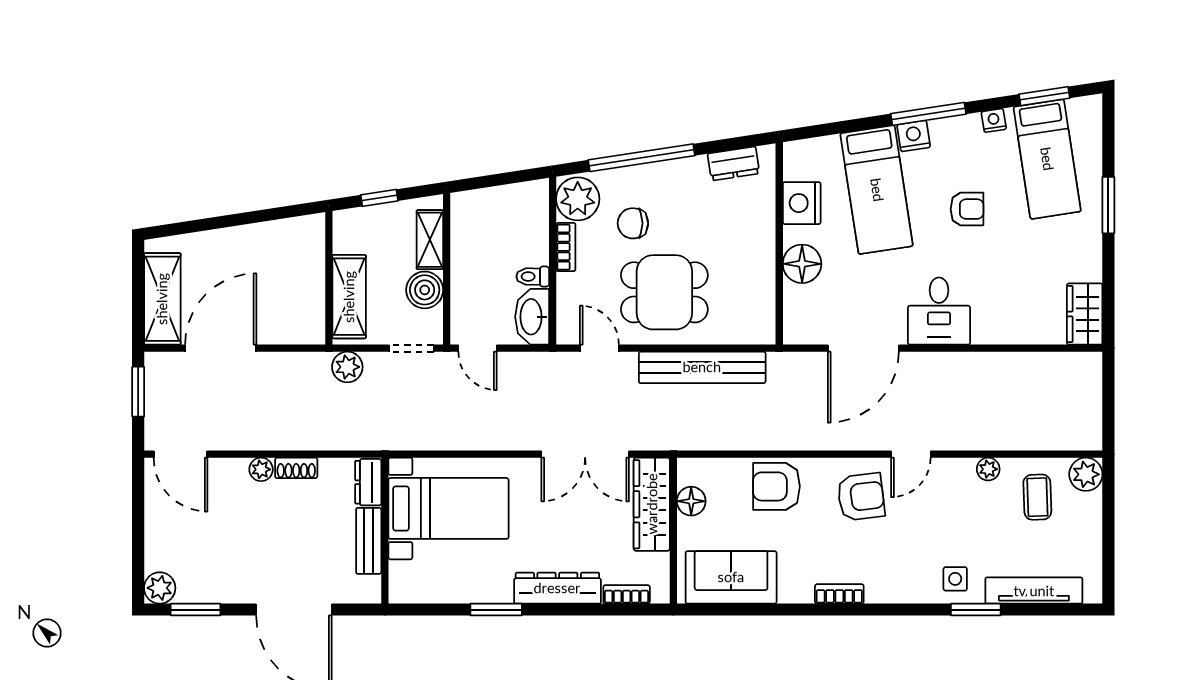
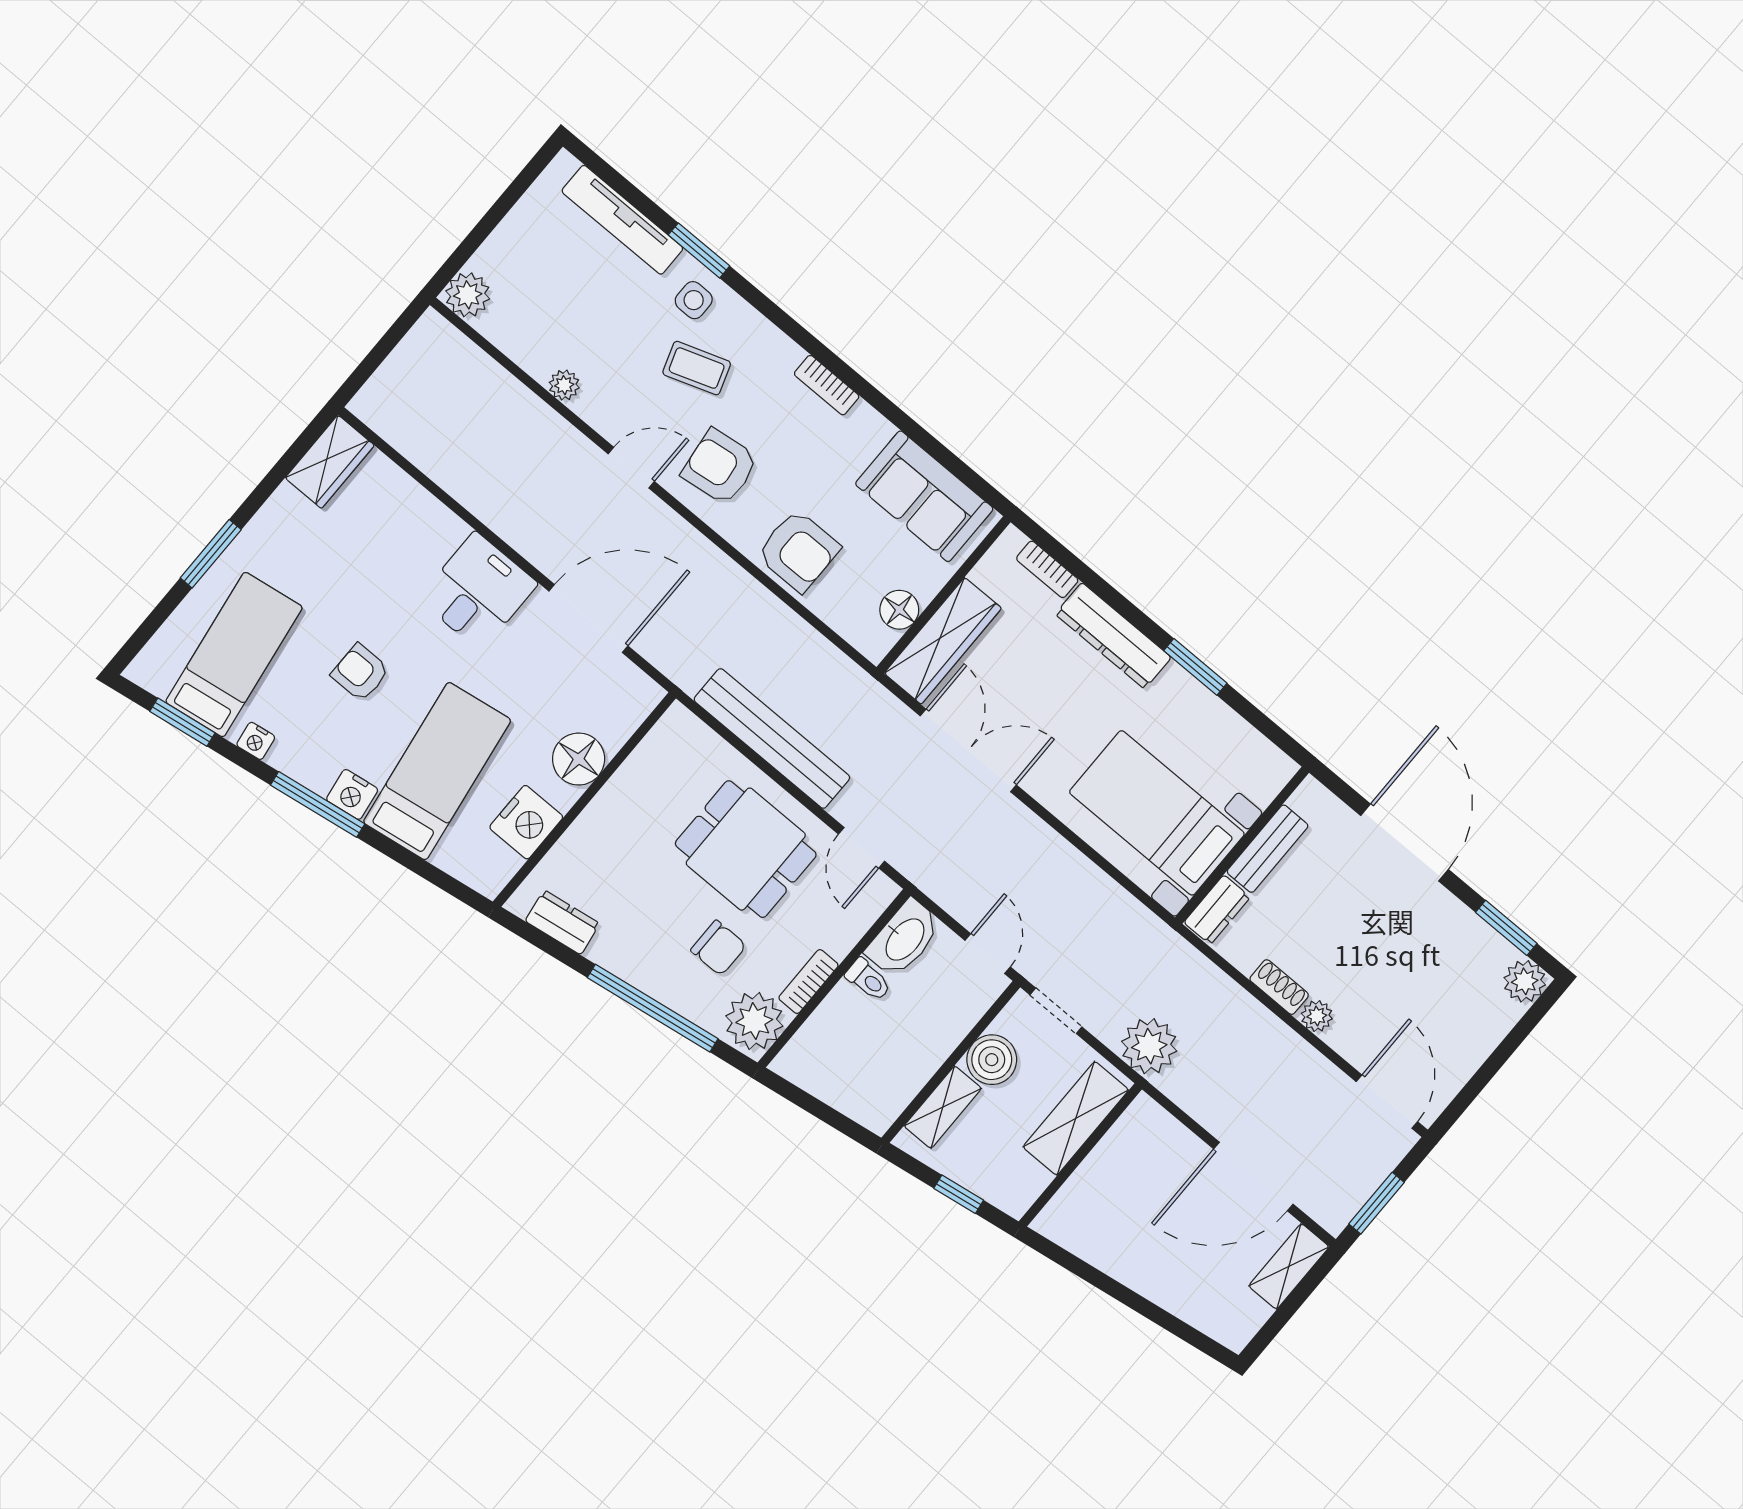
shelving: (162, 299) -> (1289, 1266), width x0.67, depth x0.75
plant: (347, 367) -> (1149, 1046), width x1.36, depth x1.36
coffee table: (1037, 497) -> (697, 368), moved, turned 73

